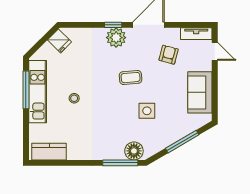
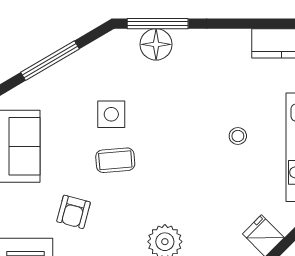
coffee table: (131, 78) -> (115, 160), moved
floor lamp: (134, 151) -> (156, 44), moved

